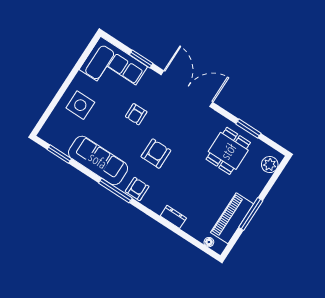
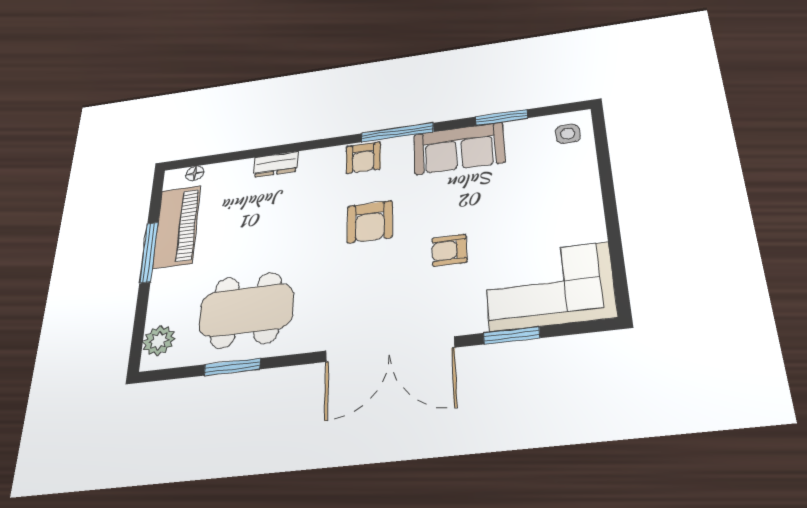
side table: (80, 105) -> (568, 134), moved, width x0.54, depth x0.54
armchair: (136, 114) -> (449, 250), turned -89
dining table: (228, 151) -> (246, 310), width x1.38
window: (59, 154) -> (502, 117), moved
sofa: (98, 160) -> (459, 148), width x0.73

